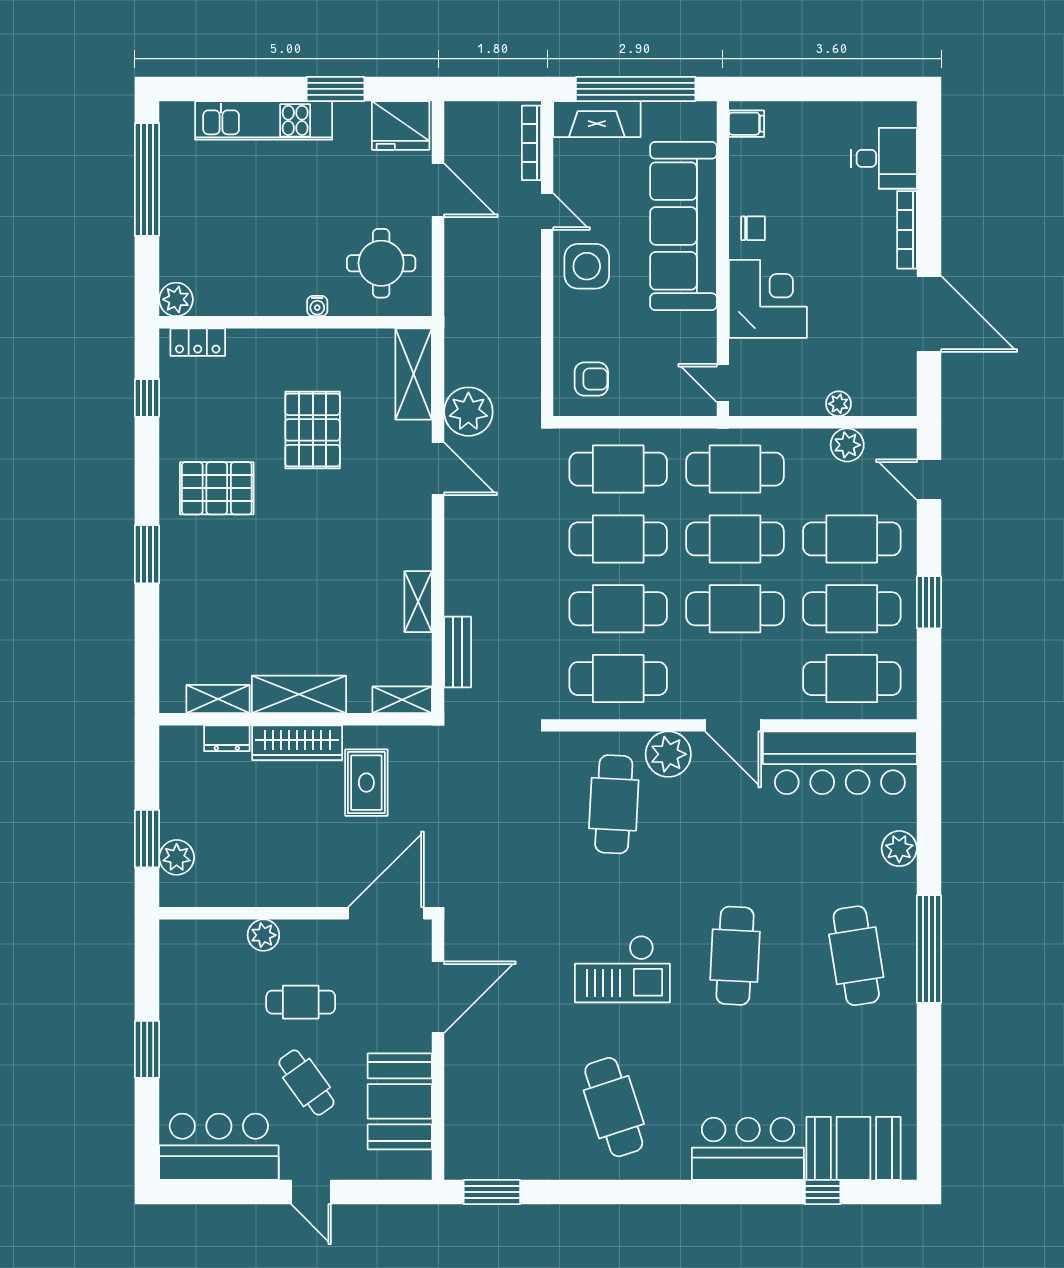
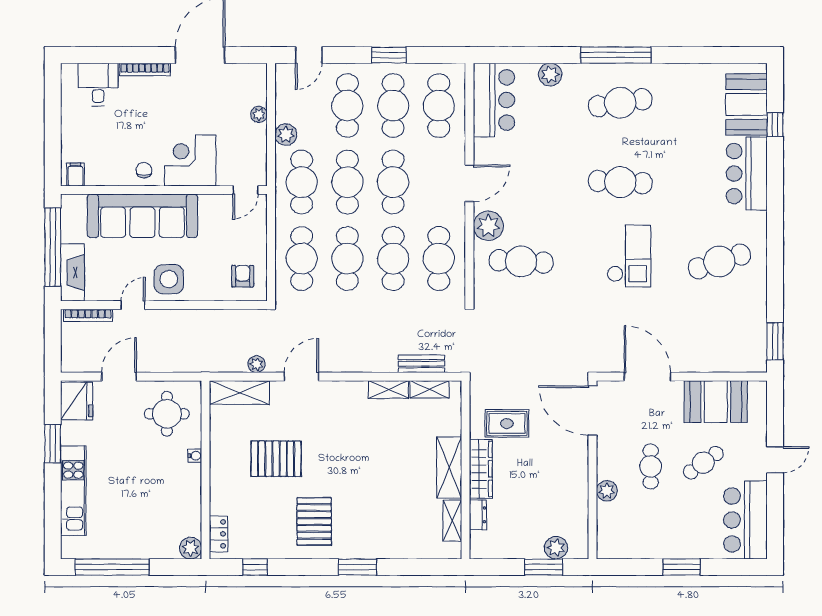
plant: (468, 412) -> (257, 364), width x0.53, depth x0.53
plant: (847, 445) -> (286, 135), moved
shelving: (402, 700) -> (430, 389), moved, turned 90
bar counter: (840, 763) -> (494, 100), width x0.73

